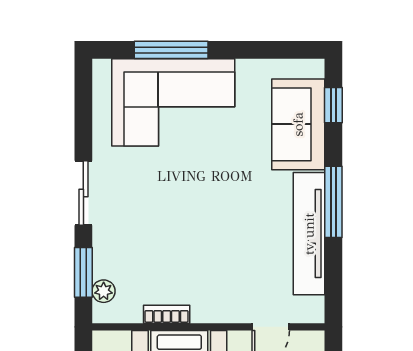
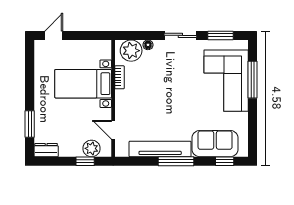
floor lamp: (102, 258) -> (148, 45), added
window: (83, 272) -> (221, 35), moved
plant: (104, 291) -> (131, 51), width x1.87, depth x1.87

